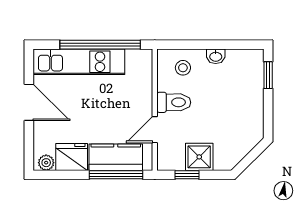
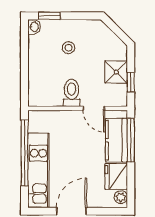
washbasin: (216, 56) -> (34, 27), moved
stool: (183, 68) -> (69, 48), moved

